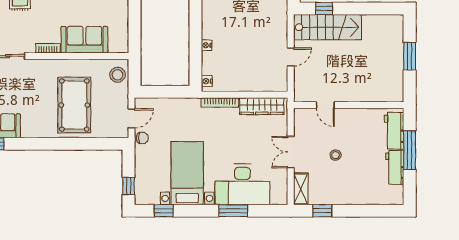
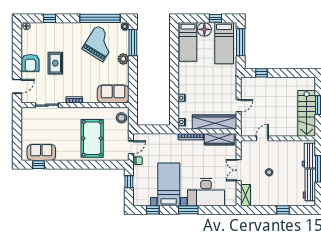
stairs: (327, 27) -> (307, 113), moved, turned 90
sofa: (84, 40) -> (113, 94), moved
wardrobe: (255, 81) -> (215, 122), added
door: (325, 105) -> (262, 138), swing flipped
workbench: (395, 167) -> (309, 185), width x1.38
window: (129, 186) -> (129, 182), moved
window: (233, 211) -> (188, 210), moved
window: (322, 211) -> (283, 210), moved

